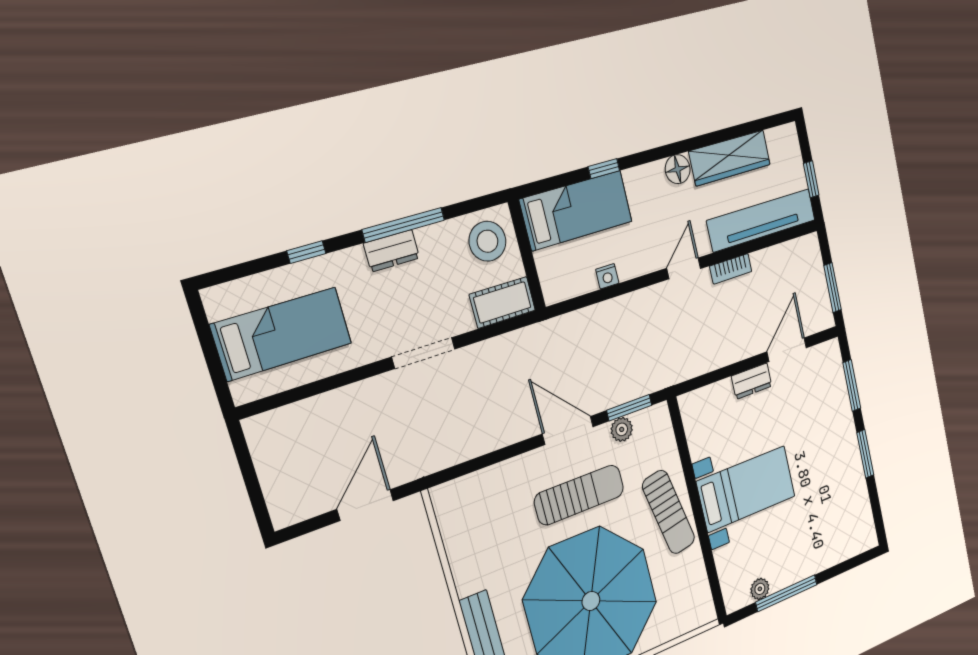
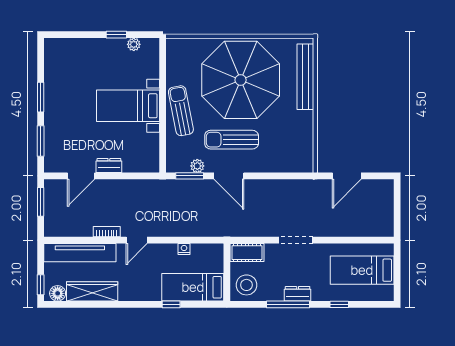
floor lamp: (678, 169) -> (58, 293), moved
window: (811, 179) -> (41, 285), moved
window: (786, 593) -> (116, 35), width x0.46

